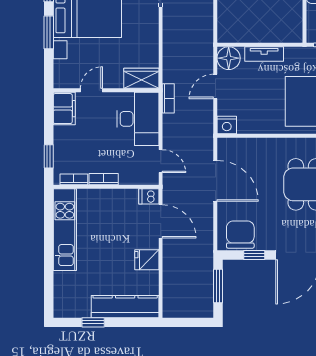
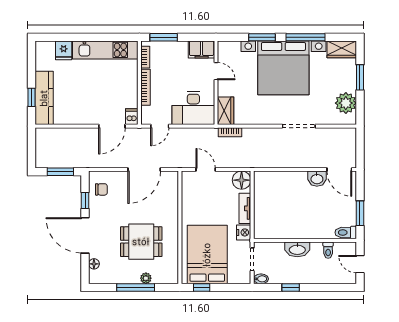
door: (215, 86) -> (206, 170), moved
bookcase: (168, 98) -> (230, 132), moved
nightstand: (227, 125) -> (244, 232), moved, turned 180
window: (49, 156) -> (164, 37), width x1.50
bookcase: (104, 179) -> (145, 87), width x1.56
chair: (240, 235) -> (101, 189), width x0.54, depth x0.54
fridge: (147, 260) -> (64, 50), moved, turned 180
window: (93, 322) -> (32, 97), moved

